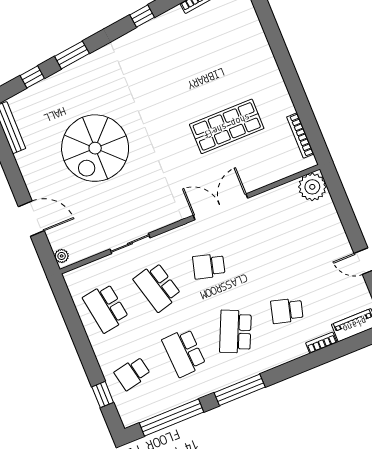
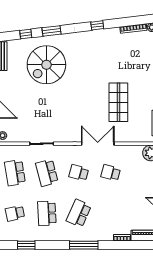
shop shelf: (227, 126) -> (118, 102), turned 90
spiral stairs: (95, 148) -> (46, 65), moved
school desk: (287, 311) -> (111, 173), moved
window: (240, 390) -> (84, 245), moved
window: (172, 417) -> (26, 245), width x0.47

